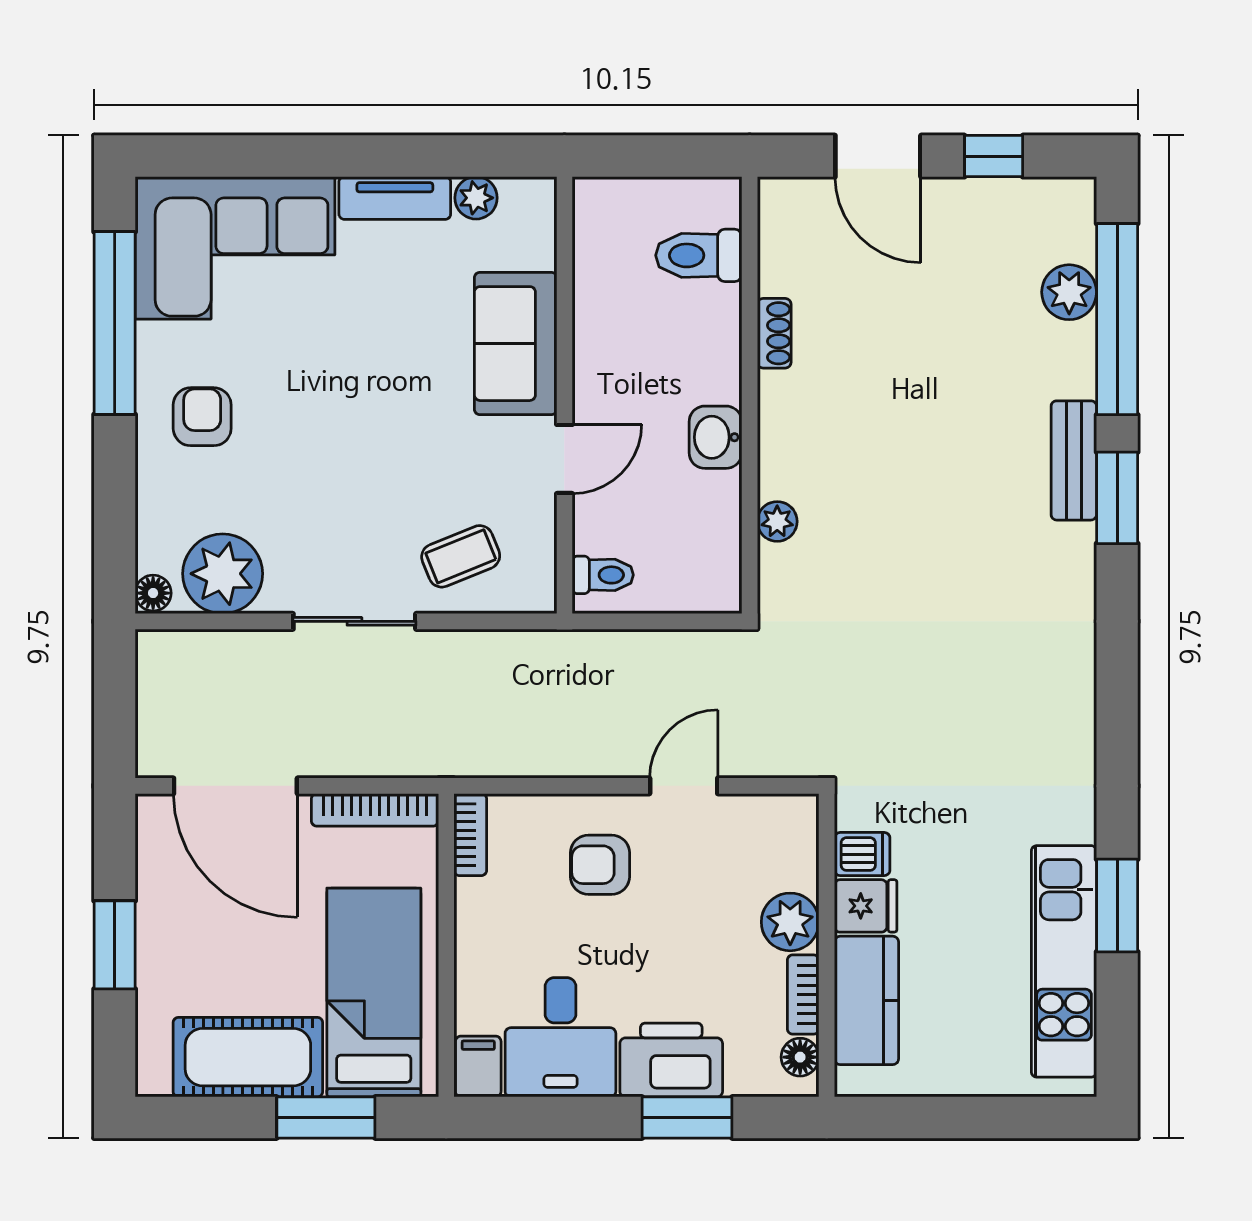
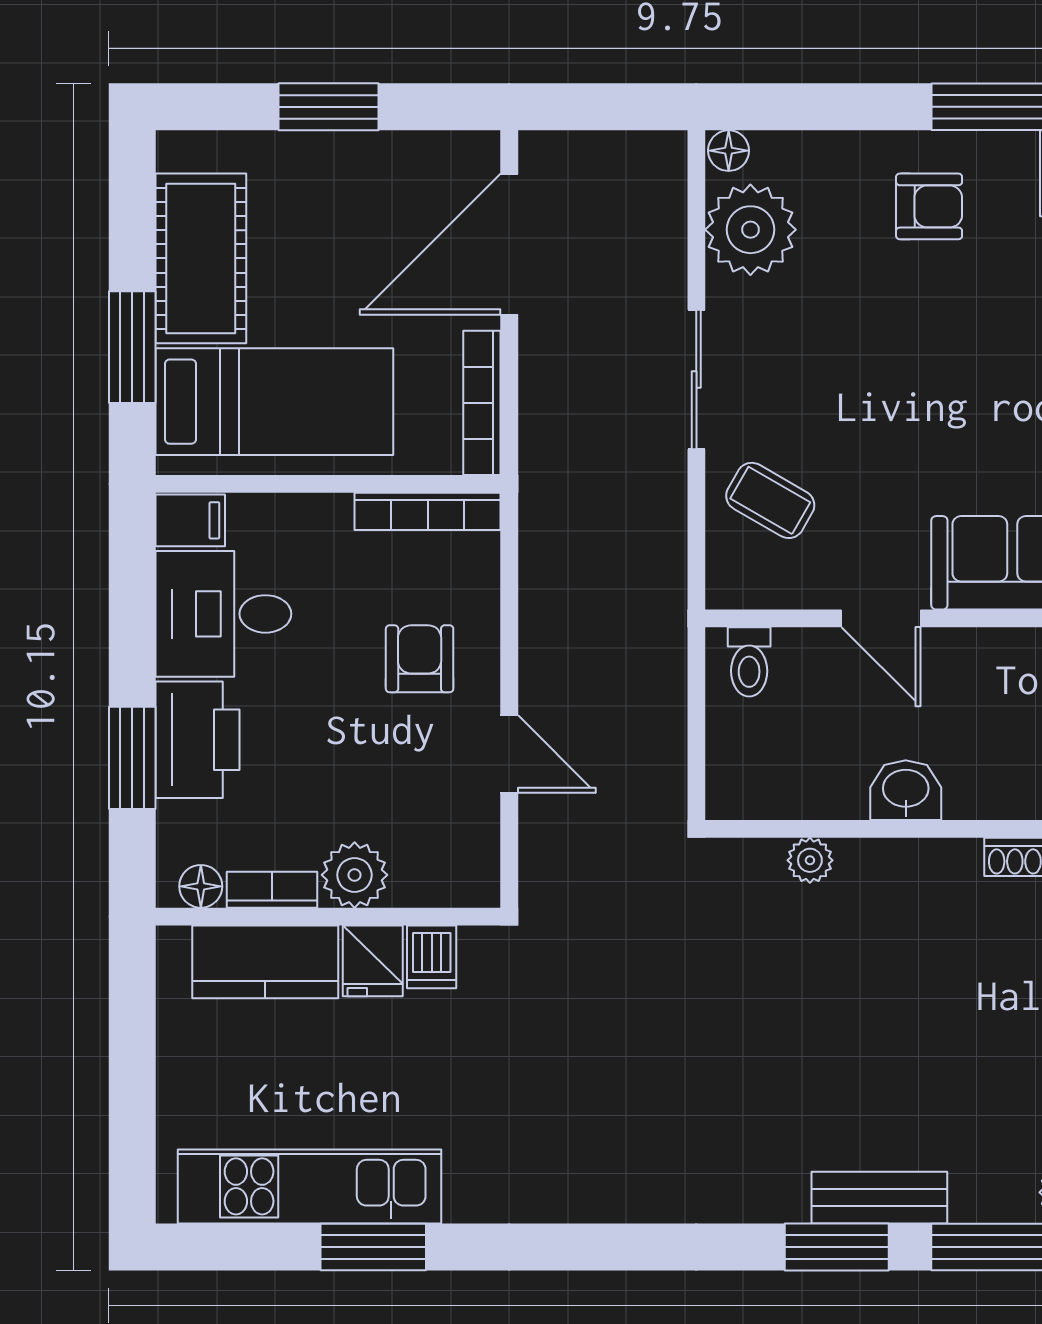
coffee table: (461, 556) -> (770, 500), turned -38
bookcase: (470, 835) -> (428, 511), width x1.56

